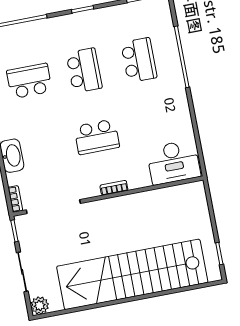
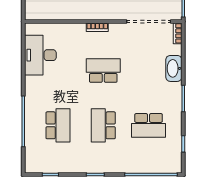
school desk: (139, 60) -> (58, 125), turned 180
desk: (174, 162) -> (40, 55), moved, turned -90

